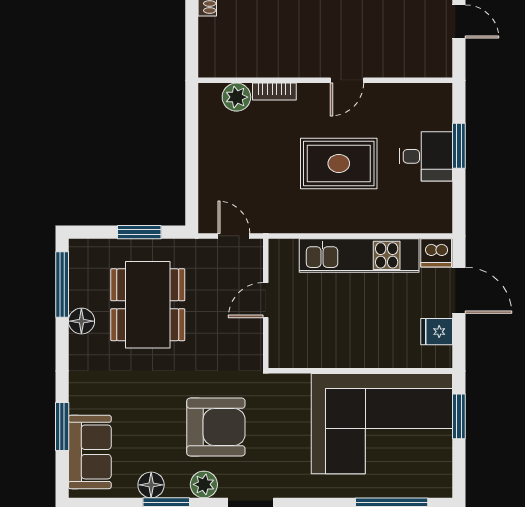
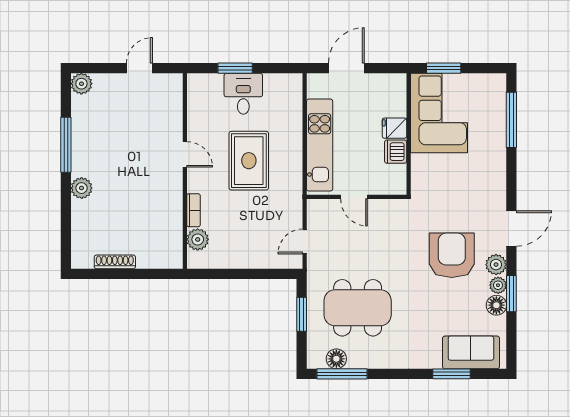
dishwasher: (436, 253) -> (396, 152), moved, turned 180
door: (266, 300) -> (354, 197), moved
wall: (266, 303) -> (357, 197), moved
floor lamp: (81, 321) -> (336, 359), moved
fridge: (437, 332) -> (394, 128), moved, turned 90
corner sofa: (382, 424) -> (439, 113), width x0.73, depth x0.74
plant: (177, 487) -> (498, 285), added

